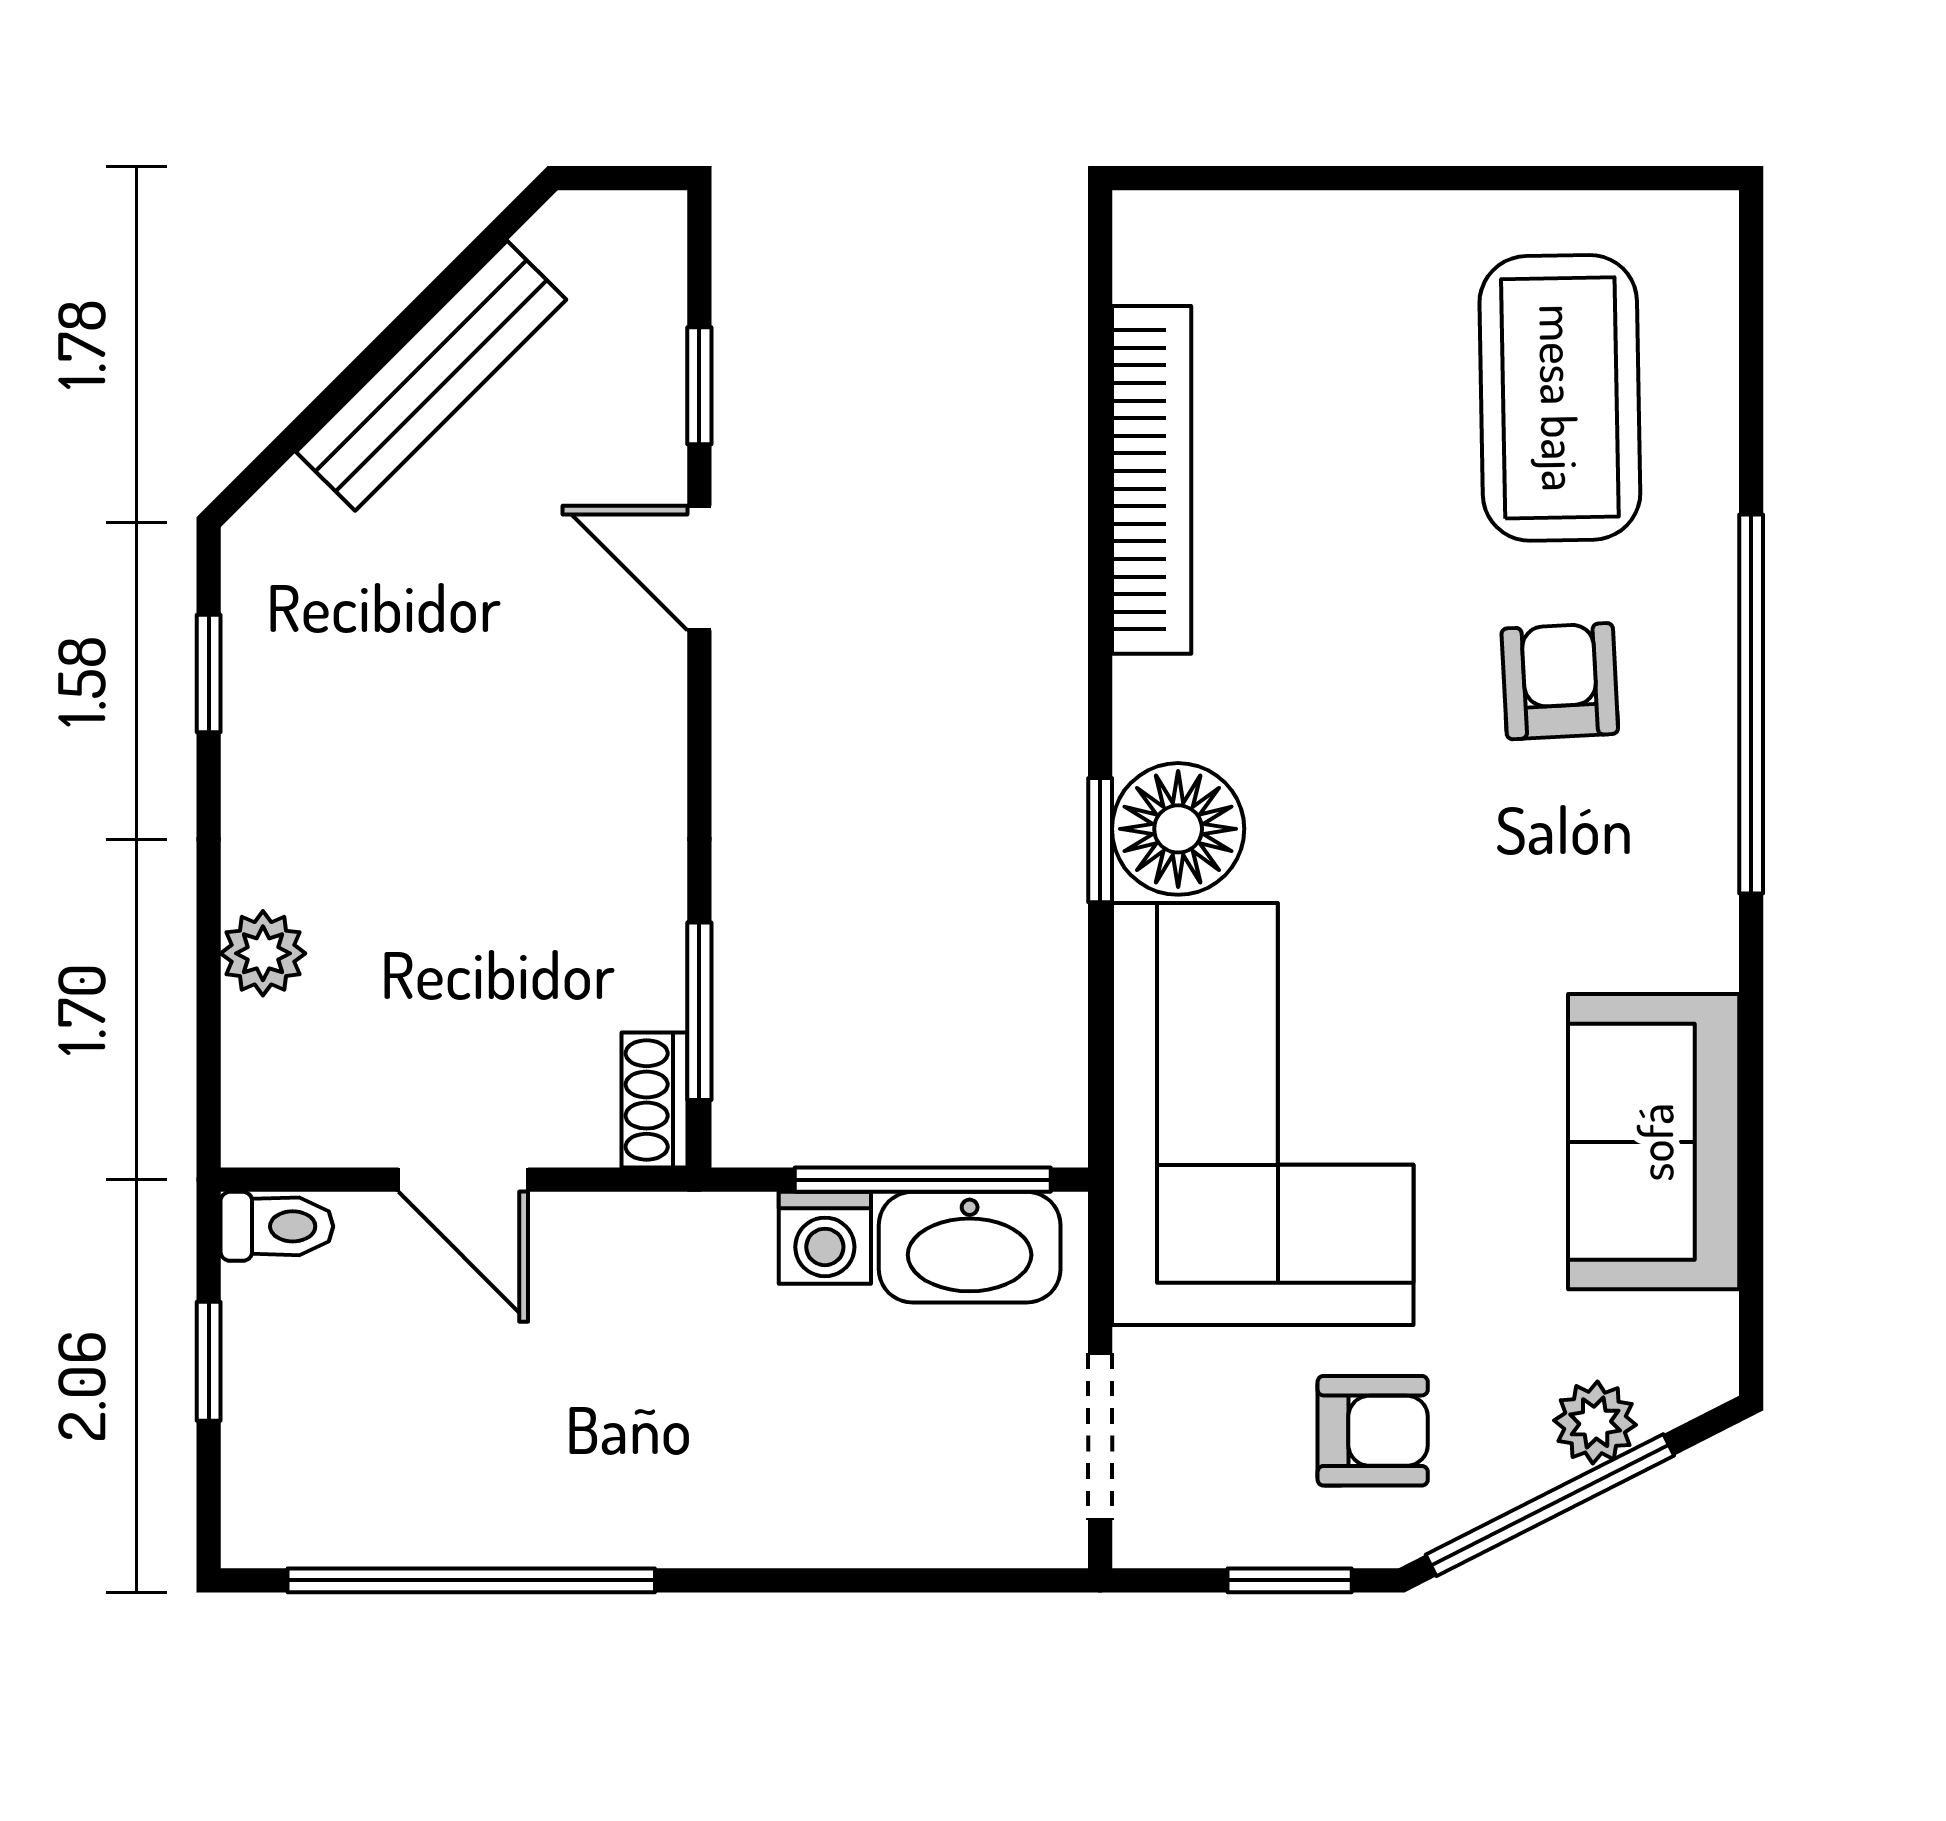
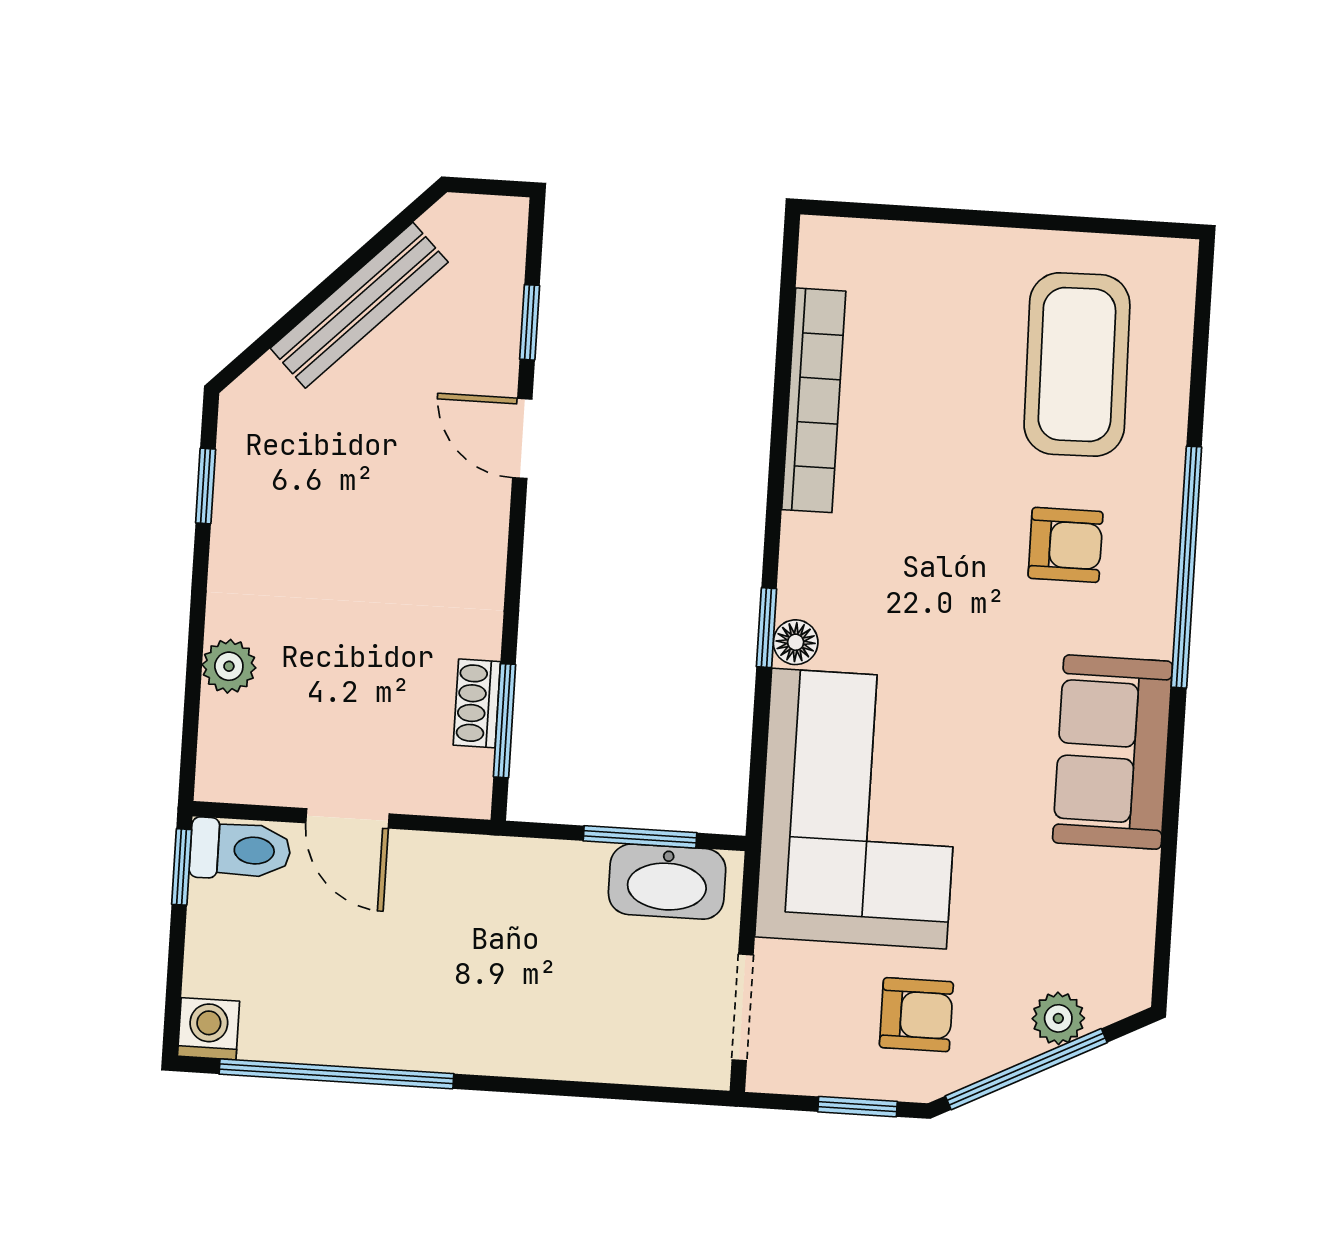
armchair: (1560, 681) -> (1066, 545), turned 93
floor lamp: (1178, 829) -> (796, 642), width x0.53, depth x0.53
shoe rack: (655, 1100) -> (477, 703), moved
sofa: (1654, 1142) -> (1113, 752), moved
window: (923, 1180) -> (640, 837), width x0.69
toilet: (277, 1226) -> (240, 850), width x1.37, depth x1.39
washing machine: (825, 1238) -> (208, 1029), moved, turned 180
window: (209, 1361) -> (182, 867), moved

